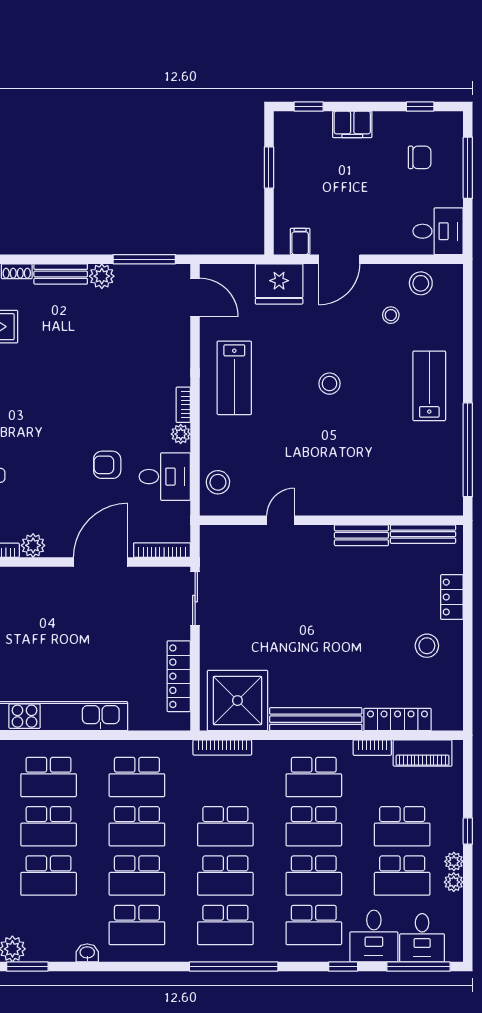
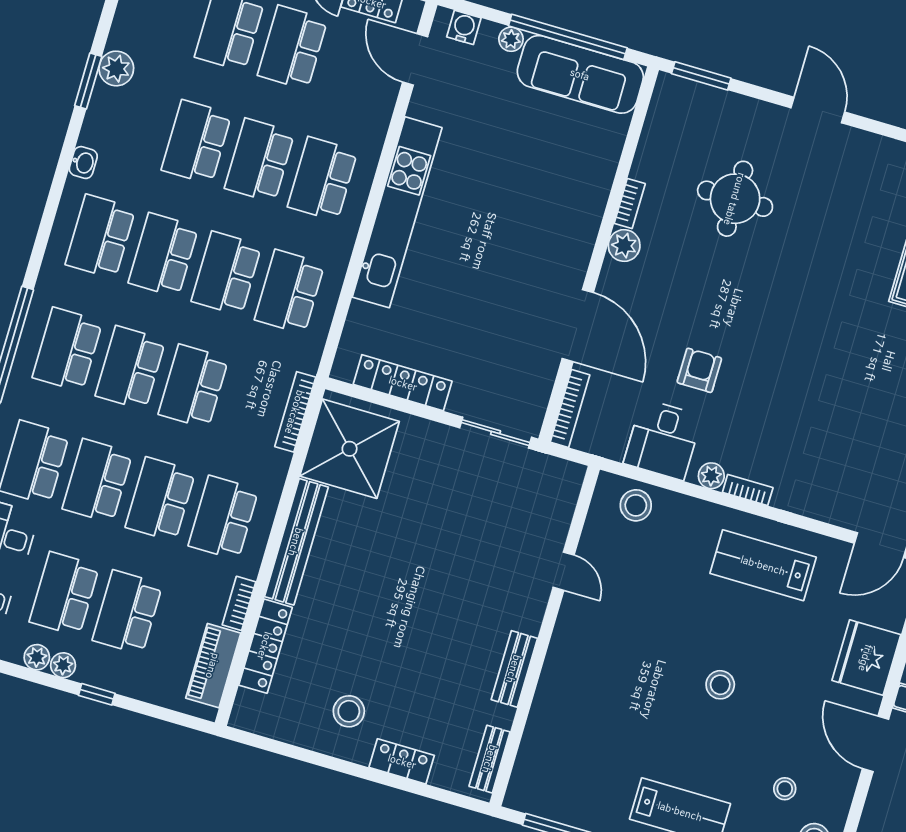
bench: (423, 534) -> (490, 759), width x0.73

